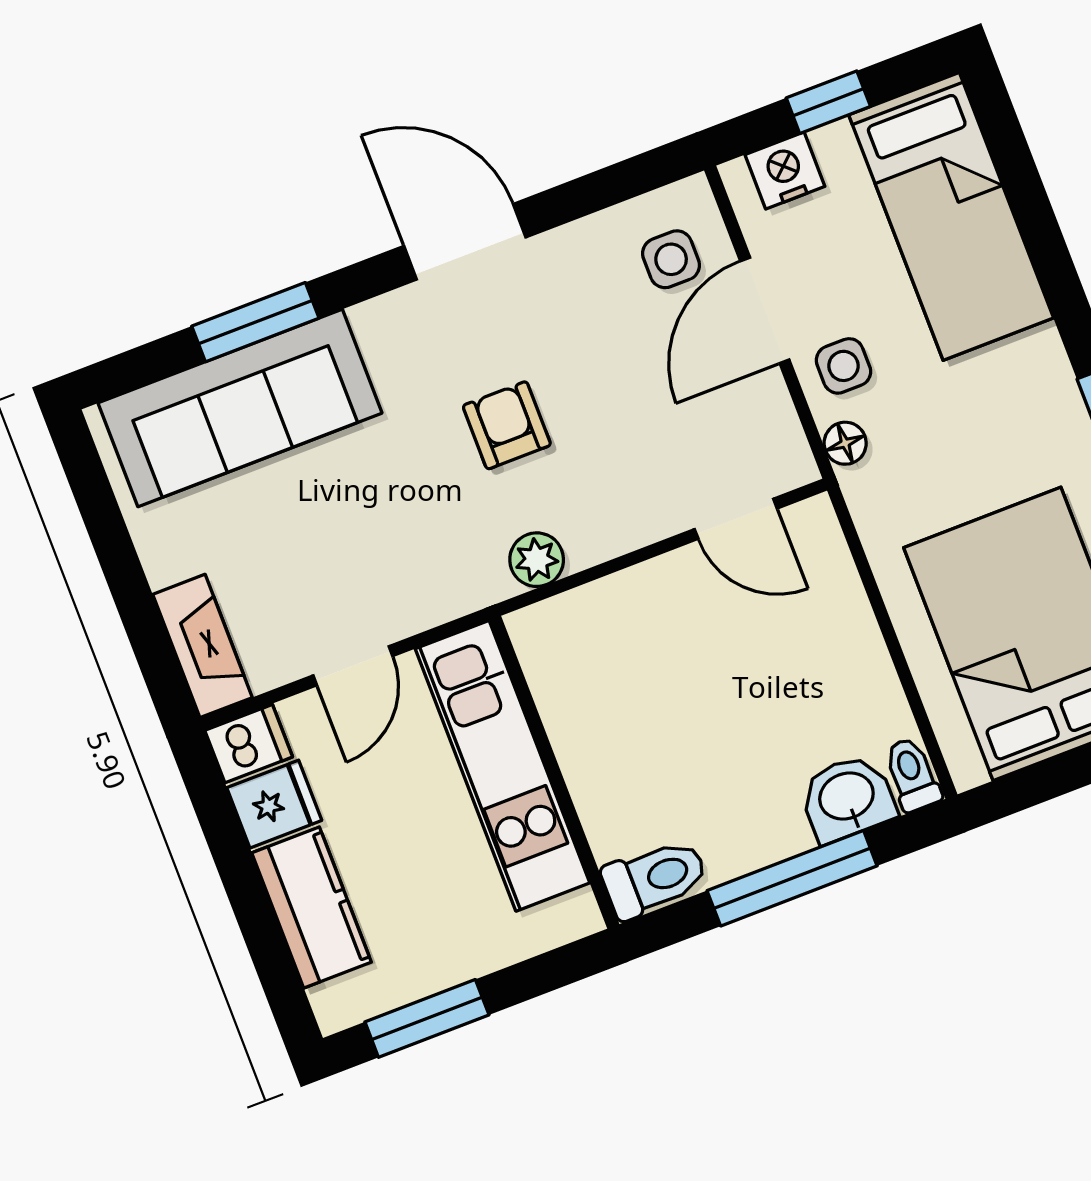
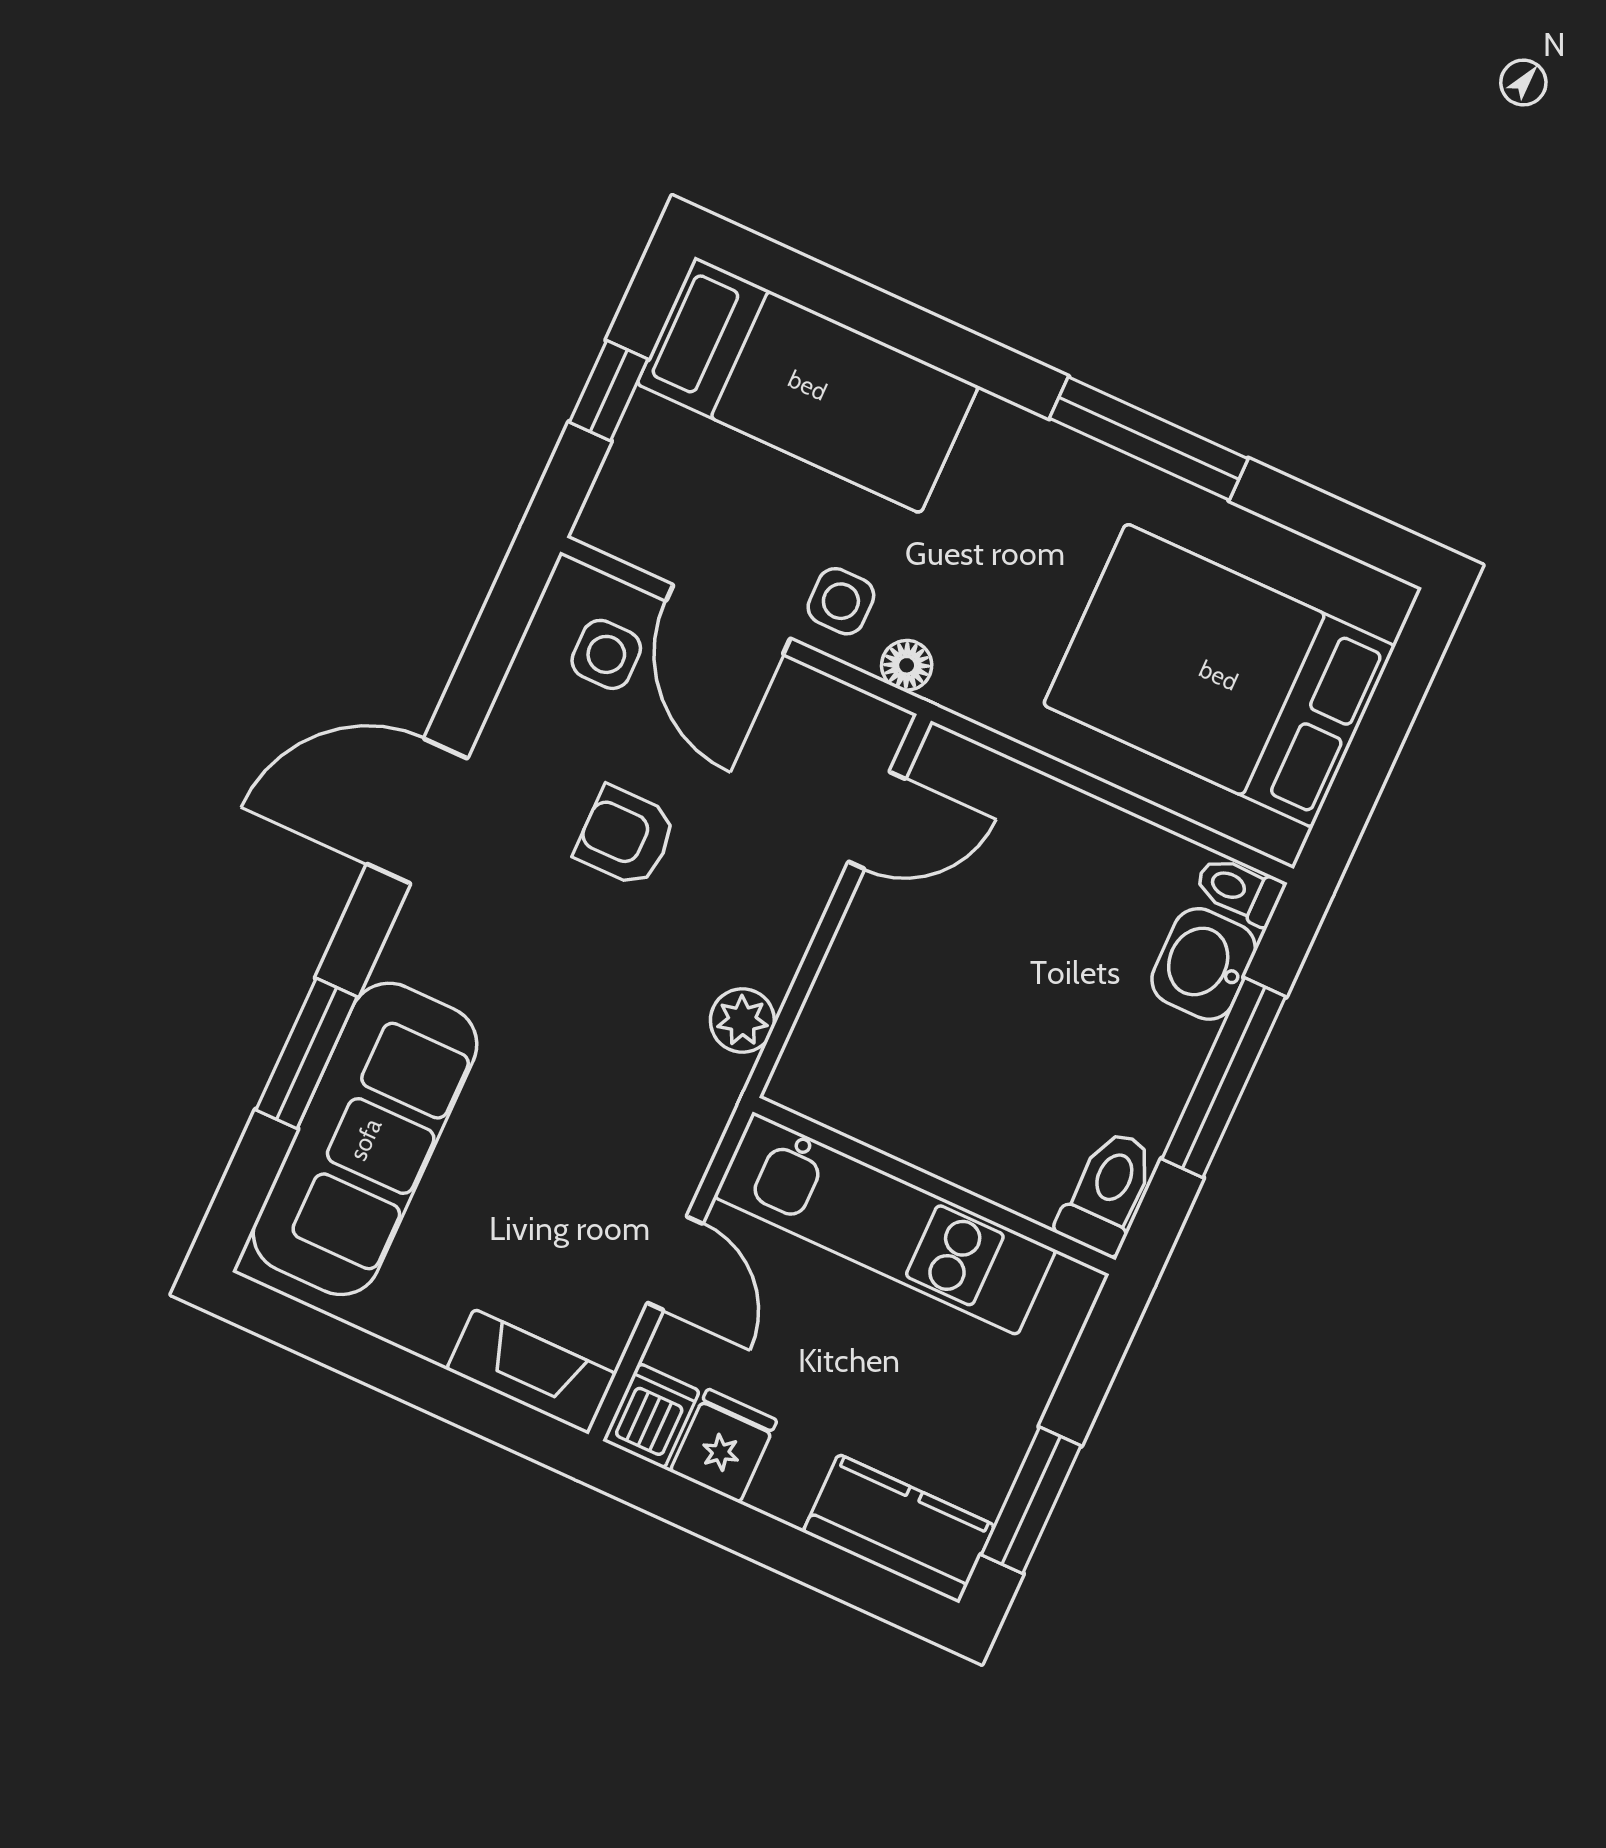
nightstand: (785, 171) -> (629, 485), removed
armchair: (507, 425) -> (626, 837), moved
kitchen counter: (312, 907) -> (899, 1529), moved

